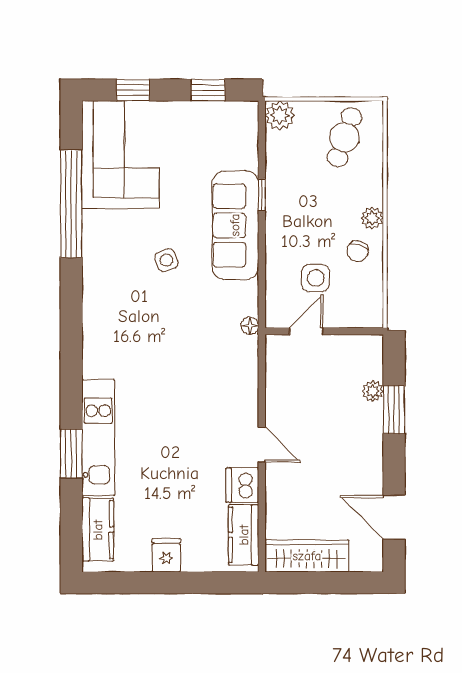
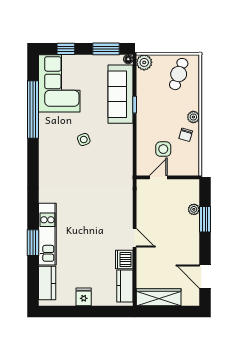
window: (208, 90) -> (106, 49), width x1.50
sofa: (235, 225) -> (120, 94), moved
floor lamp: (250, 326) -> (128, 59), moved

